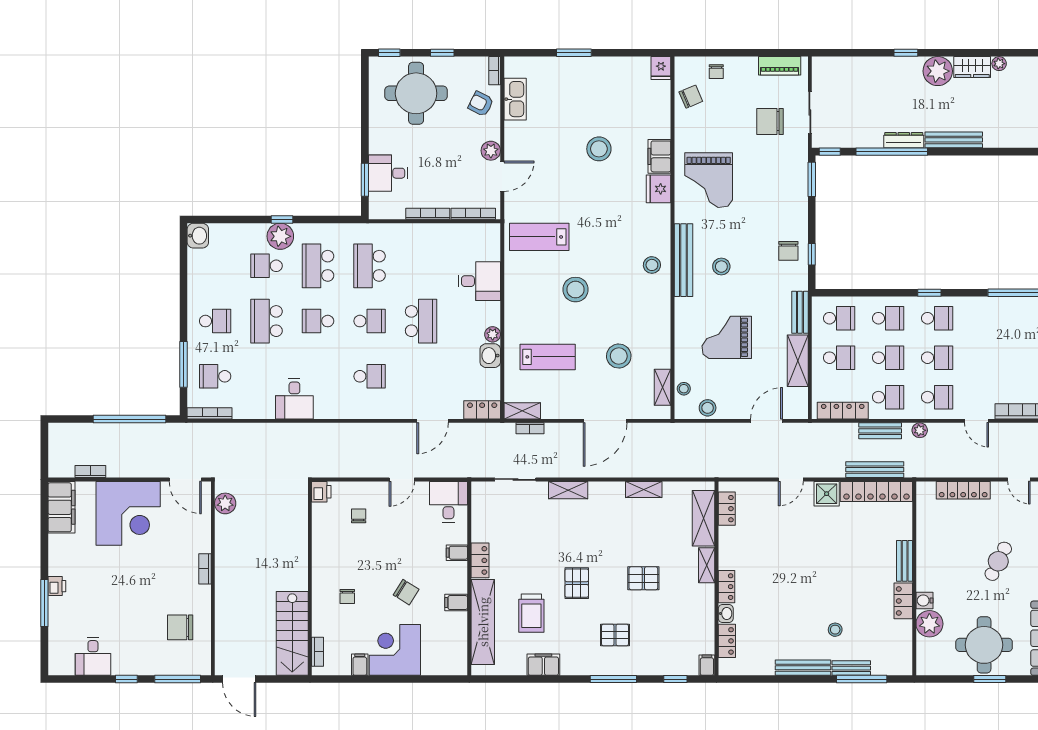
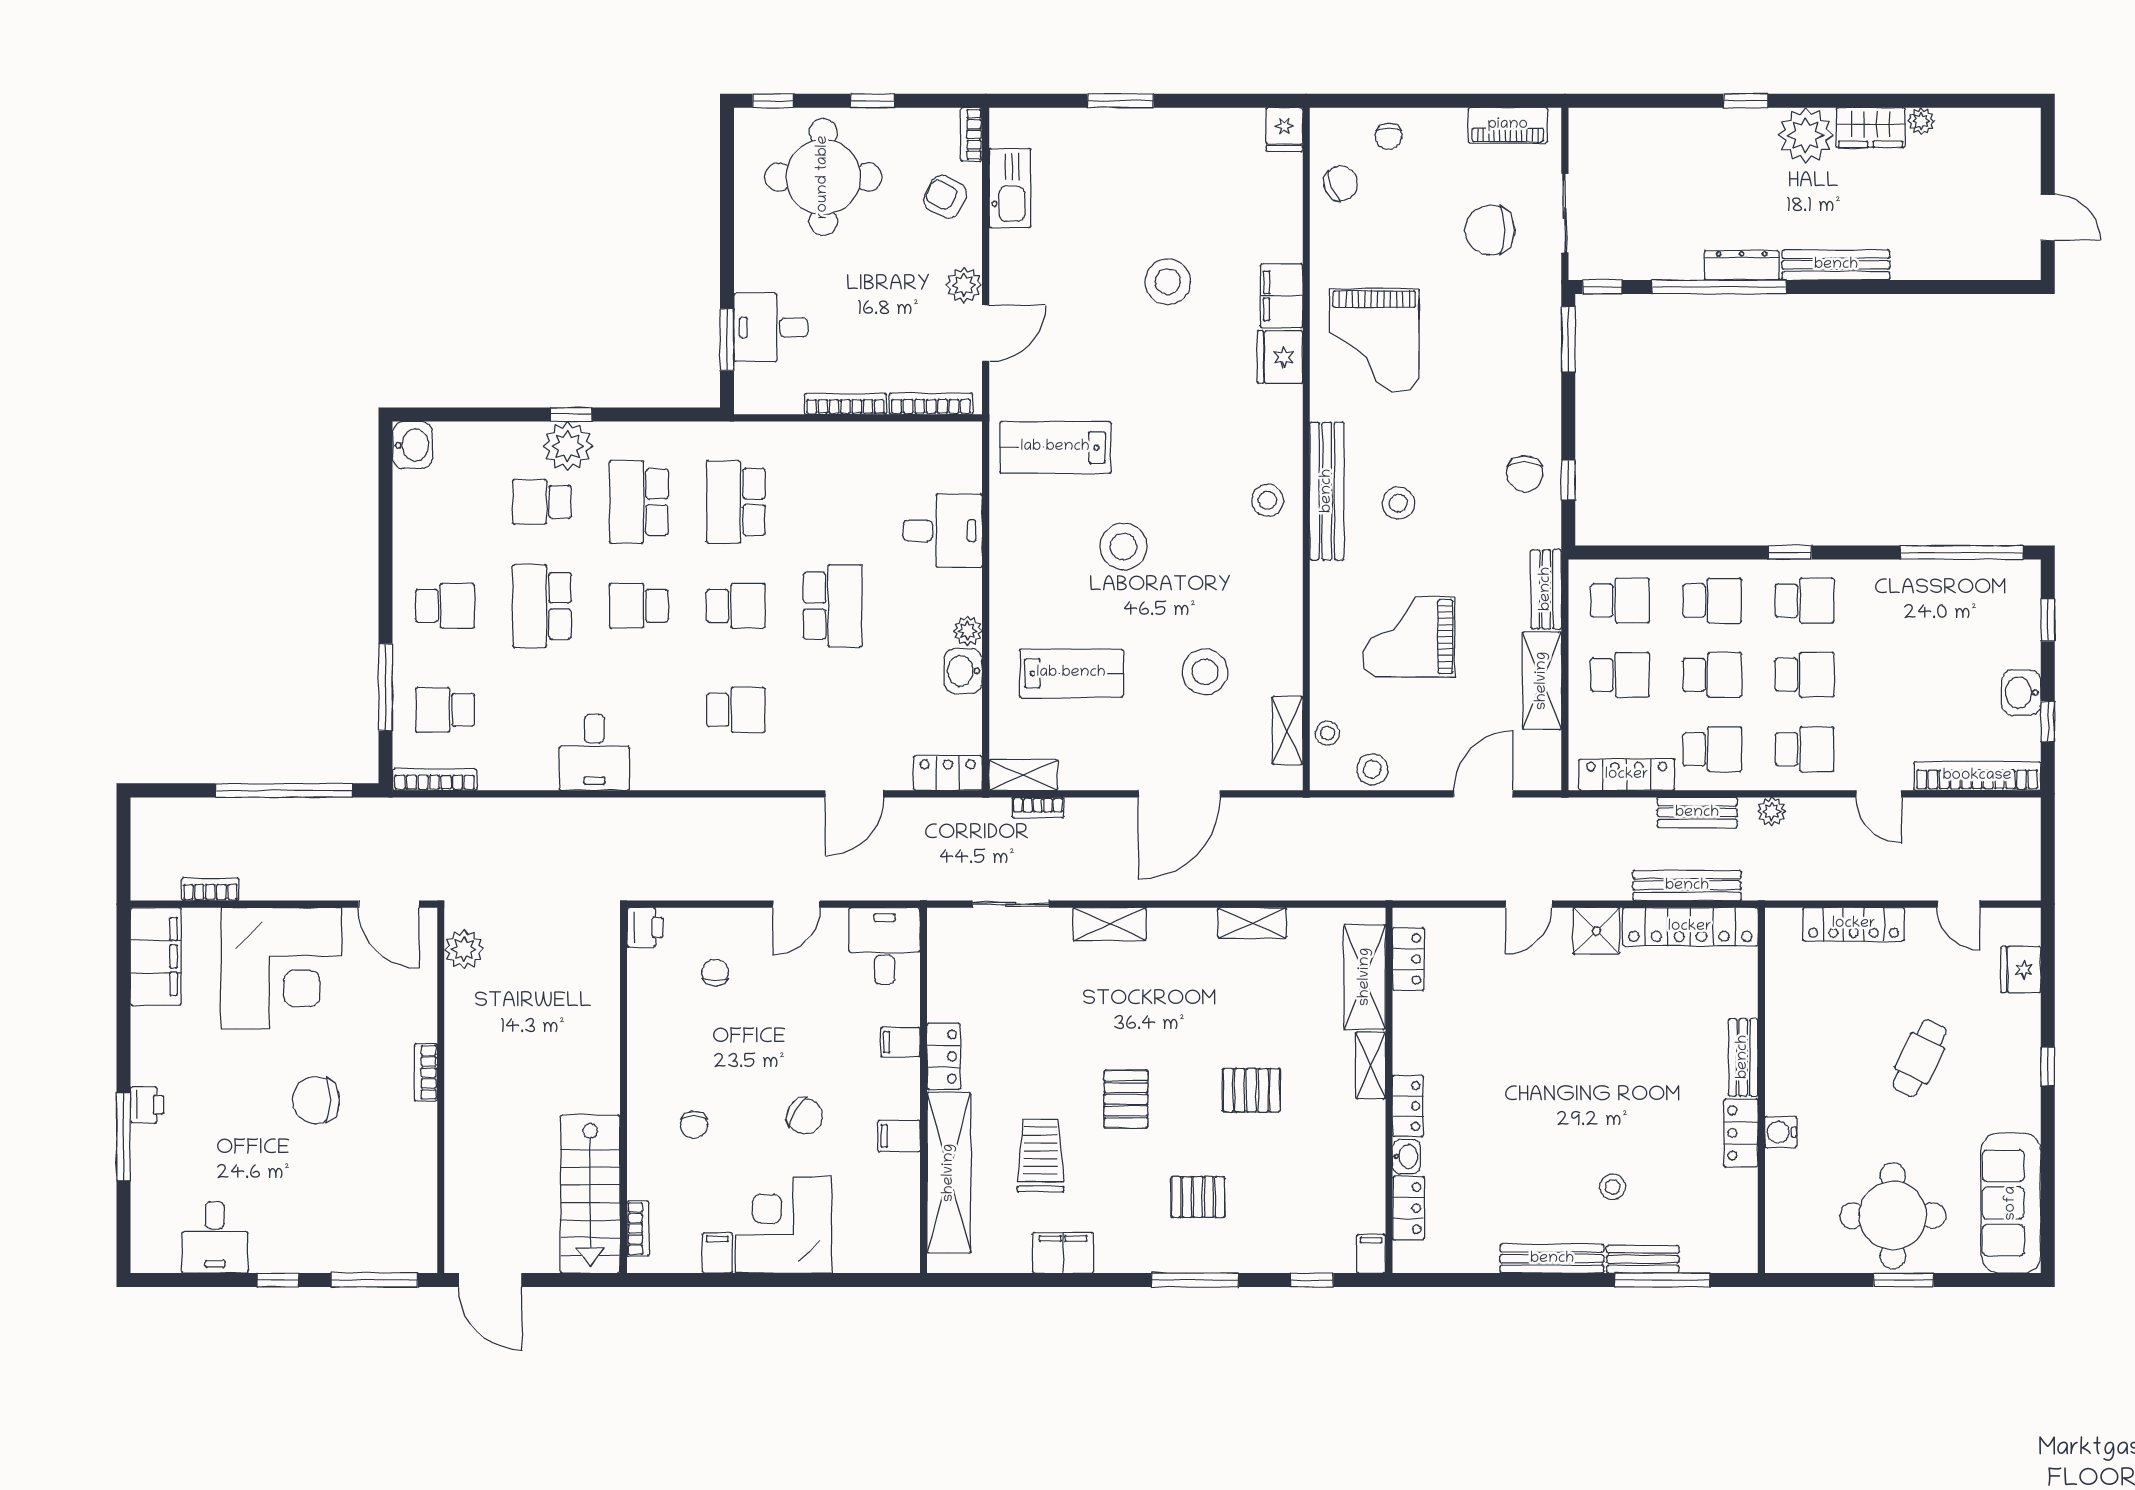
trolley: (531, 613) -> (1041, 1156), turned 180
plant: (929, 624) -> (1790, 1176), removed
chair: (180, 627) -> (316, 1100), moved

